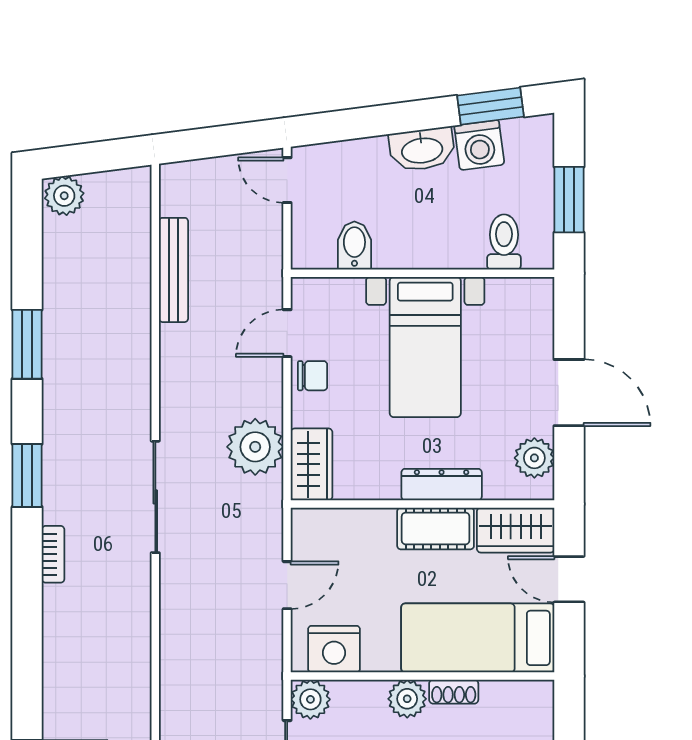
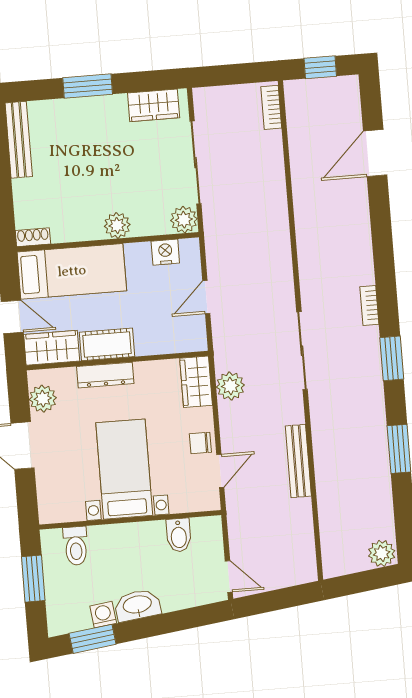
washing machine: (479, 145) -> (103, 615), width x0.73, depth x0.73
bench: (174, 270) -> (298, 461), moved
plant: (255, 447) -> (230, 386), width x0.73, depth x0.73
nightstand: (334, 649) -> (165, 252), width x0.74, depth x0.75
shoe rack: (454, 692) -> (33, 237), moved

